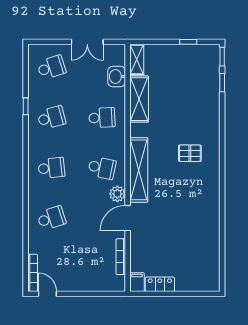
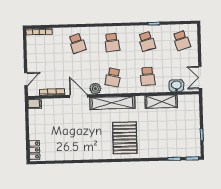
double door: (87, 42) -> (200, 78), moved
shelving: (137, 59) -> (189, 99), removed
pallet: (190, 153) -> (125, 138), width x2.05, depth x2.00
locker: (160, 284) -> (34, 150), moved
door: (47, 294) -> (26, 79), moved

